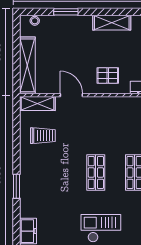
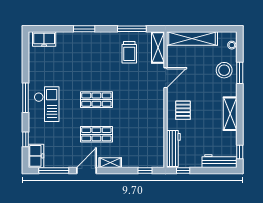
stool: (63, 29) -> (224, 70), added
window: (16, 133) -> (132, 29), added

